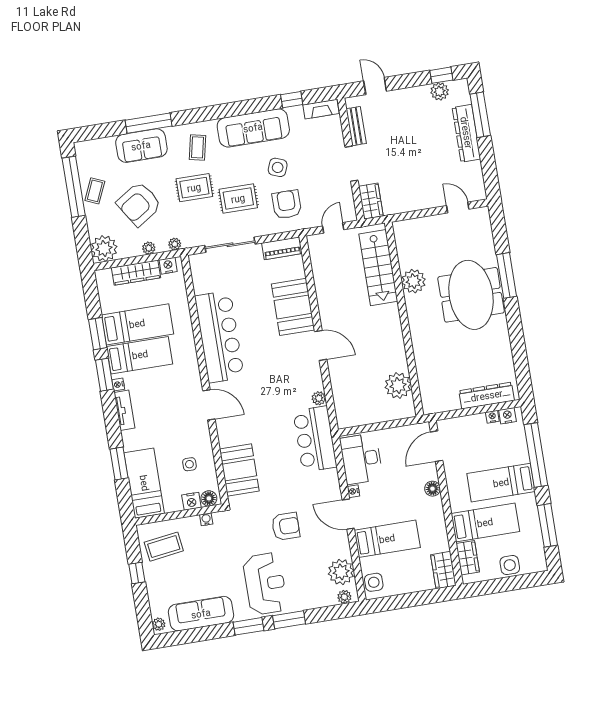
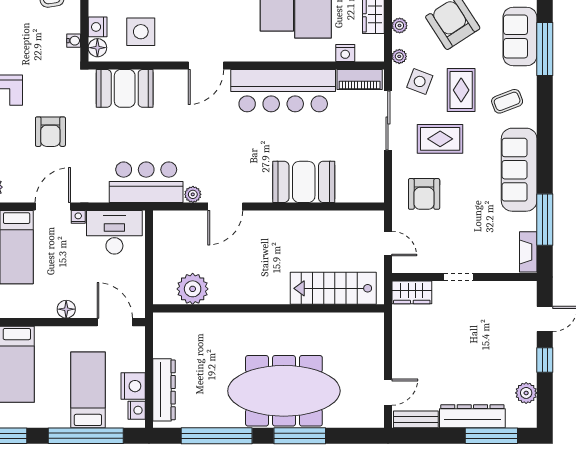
window: (441, 75) -> (545, 360), moved
window: (292, 100) -> (545, 220), width x2.17
bench: (356, 126) -> (416, 419), moved
coffee table: (198, 147) -> (507, 101), turned -33
doorway: (352, 164) -> (459, 277), width x0.73
side table: (278, 167) -> (420, 81), moved
rug: (238, 199) -> (440, 139), turned 90
armchair: (287, 204) -> (424, 194), turned 90
piano: (282, 248) -> (360, 79), moved, turned -90
nightstand: (168, 266) -> (345, 53), moved, turned 90
plant: (413, 281) -> (311, 327), removed
meeting table: (471, 295) -> (284, 391), width x1.36
door: (321, 345) -> (225, 207), moved
window: (518, 345) -> (217, 436), added
nightstand: (492, 417) -> (133, 386), width x1.89, depth x1.79
side table: (189, 464) -> (141, 32), width x1.87, depth x1.87
bed: (501, 483) -> (88, 390), moved

